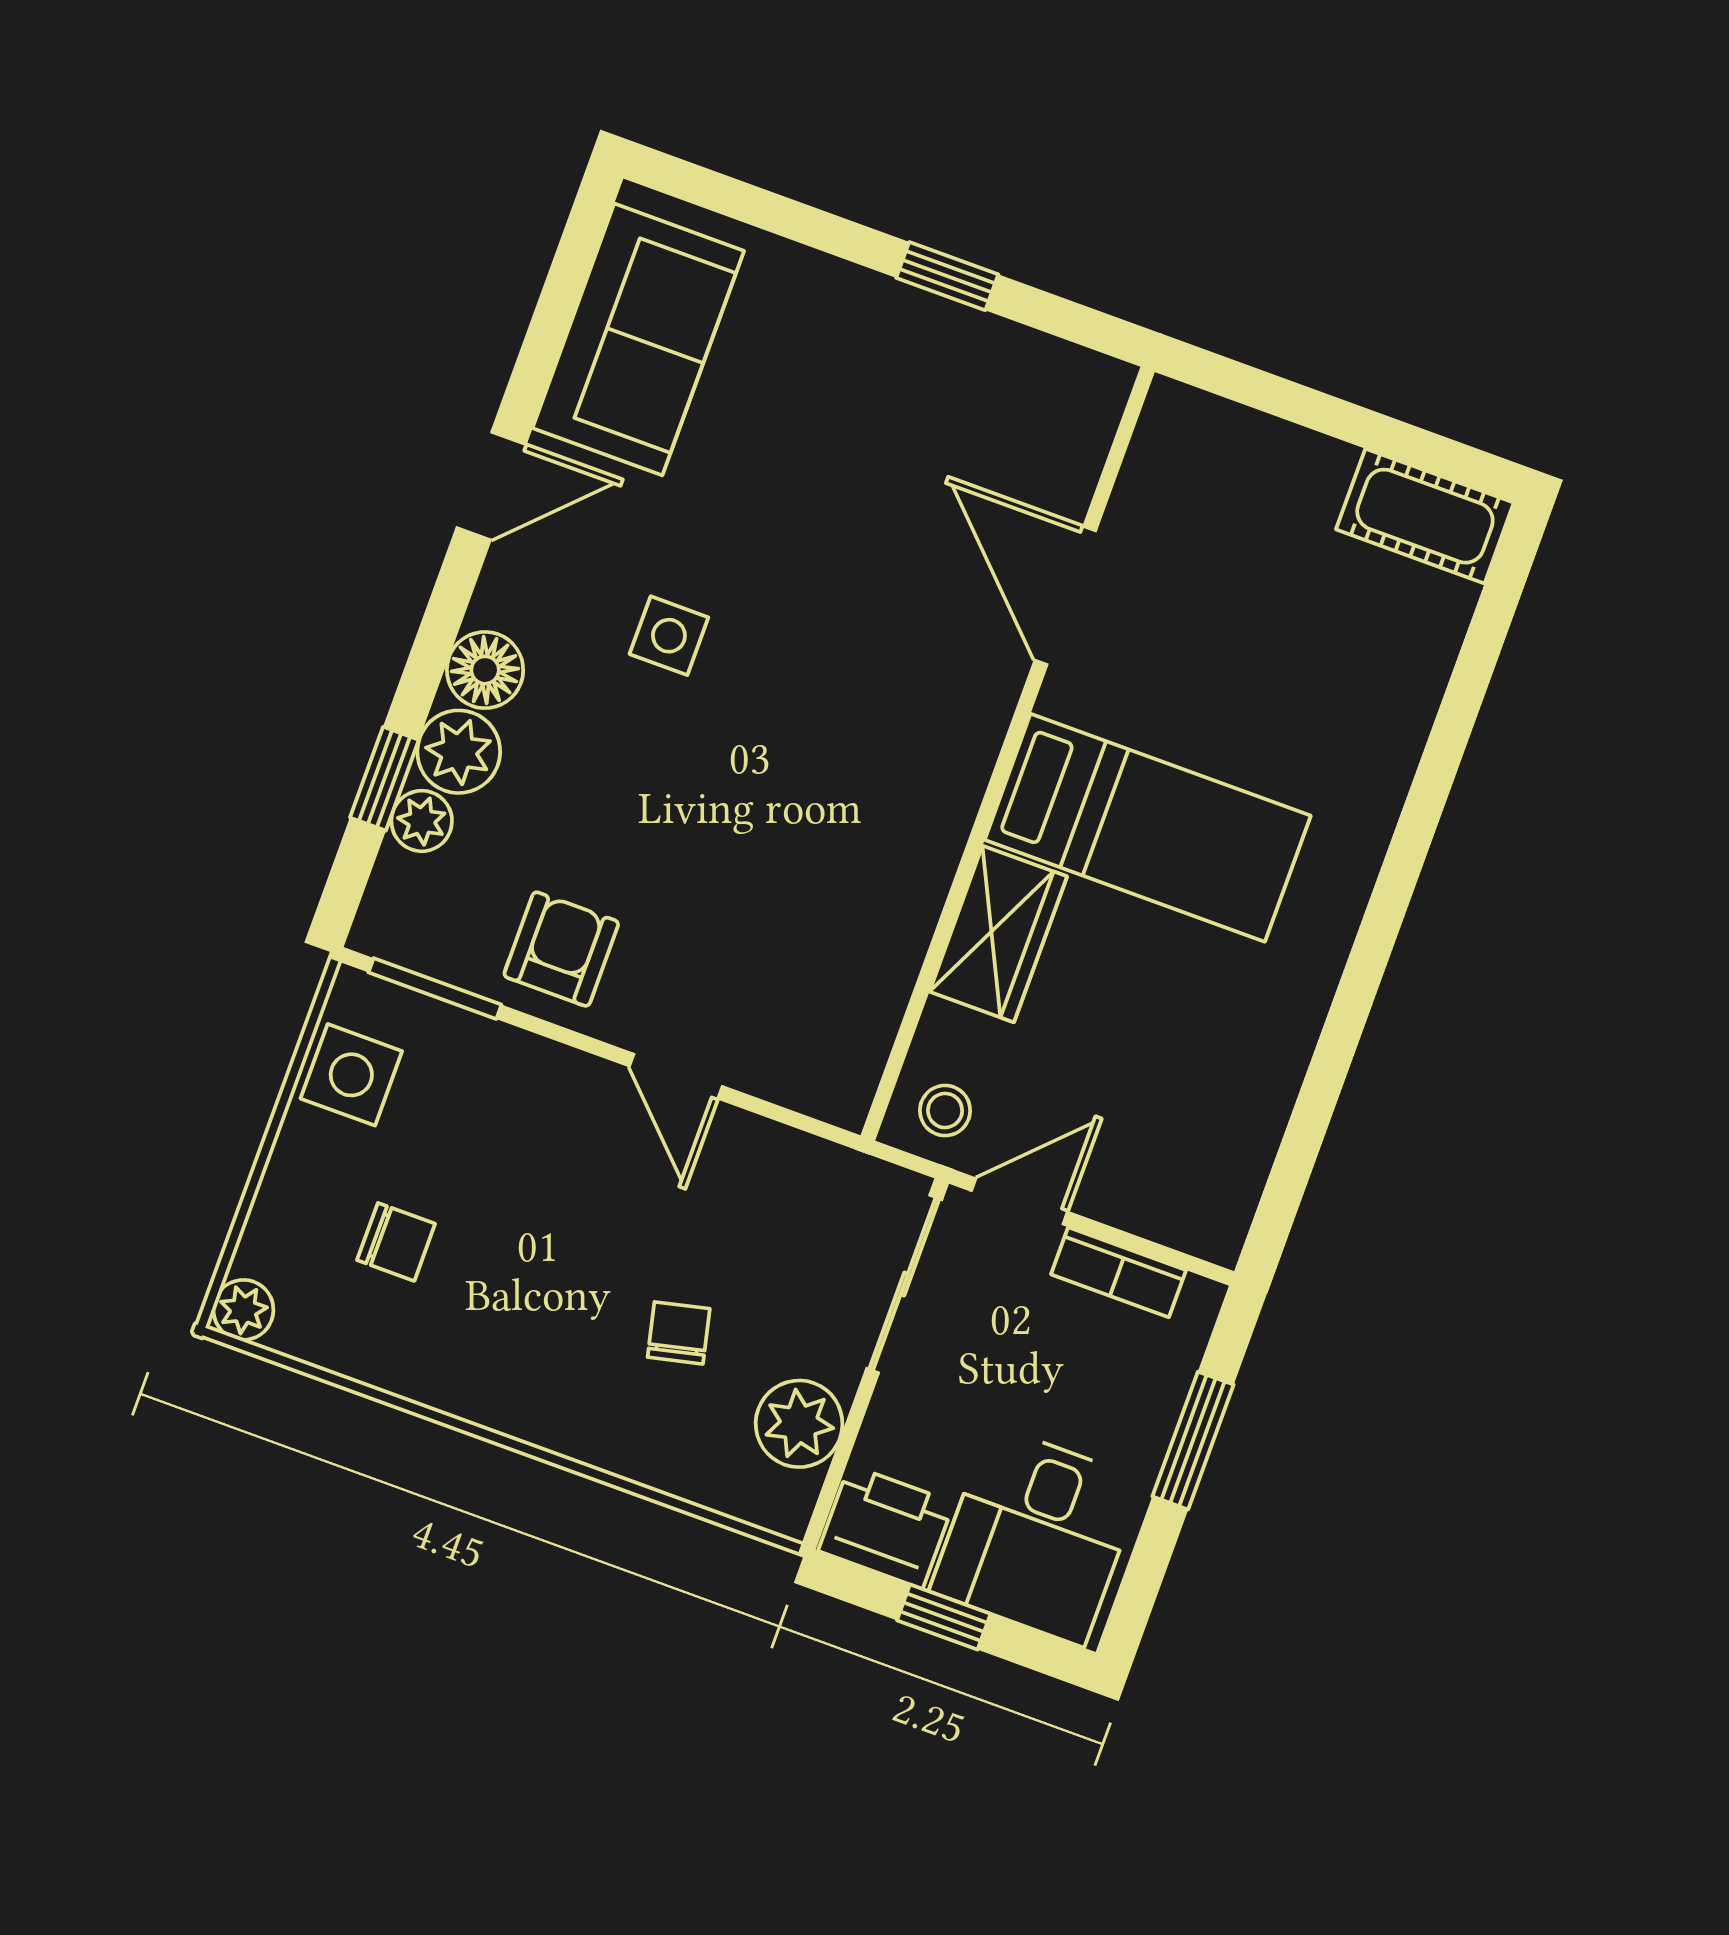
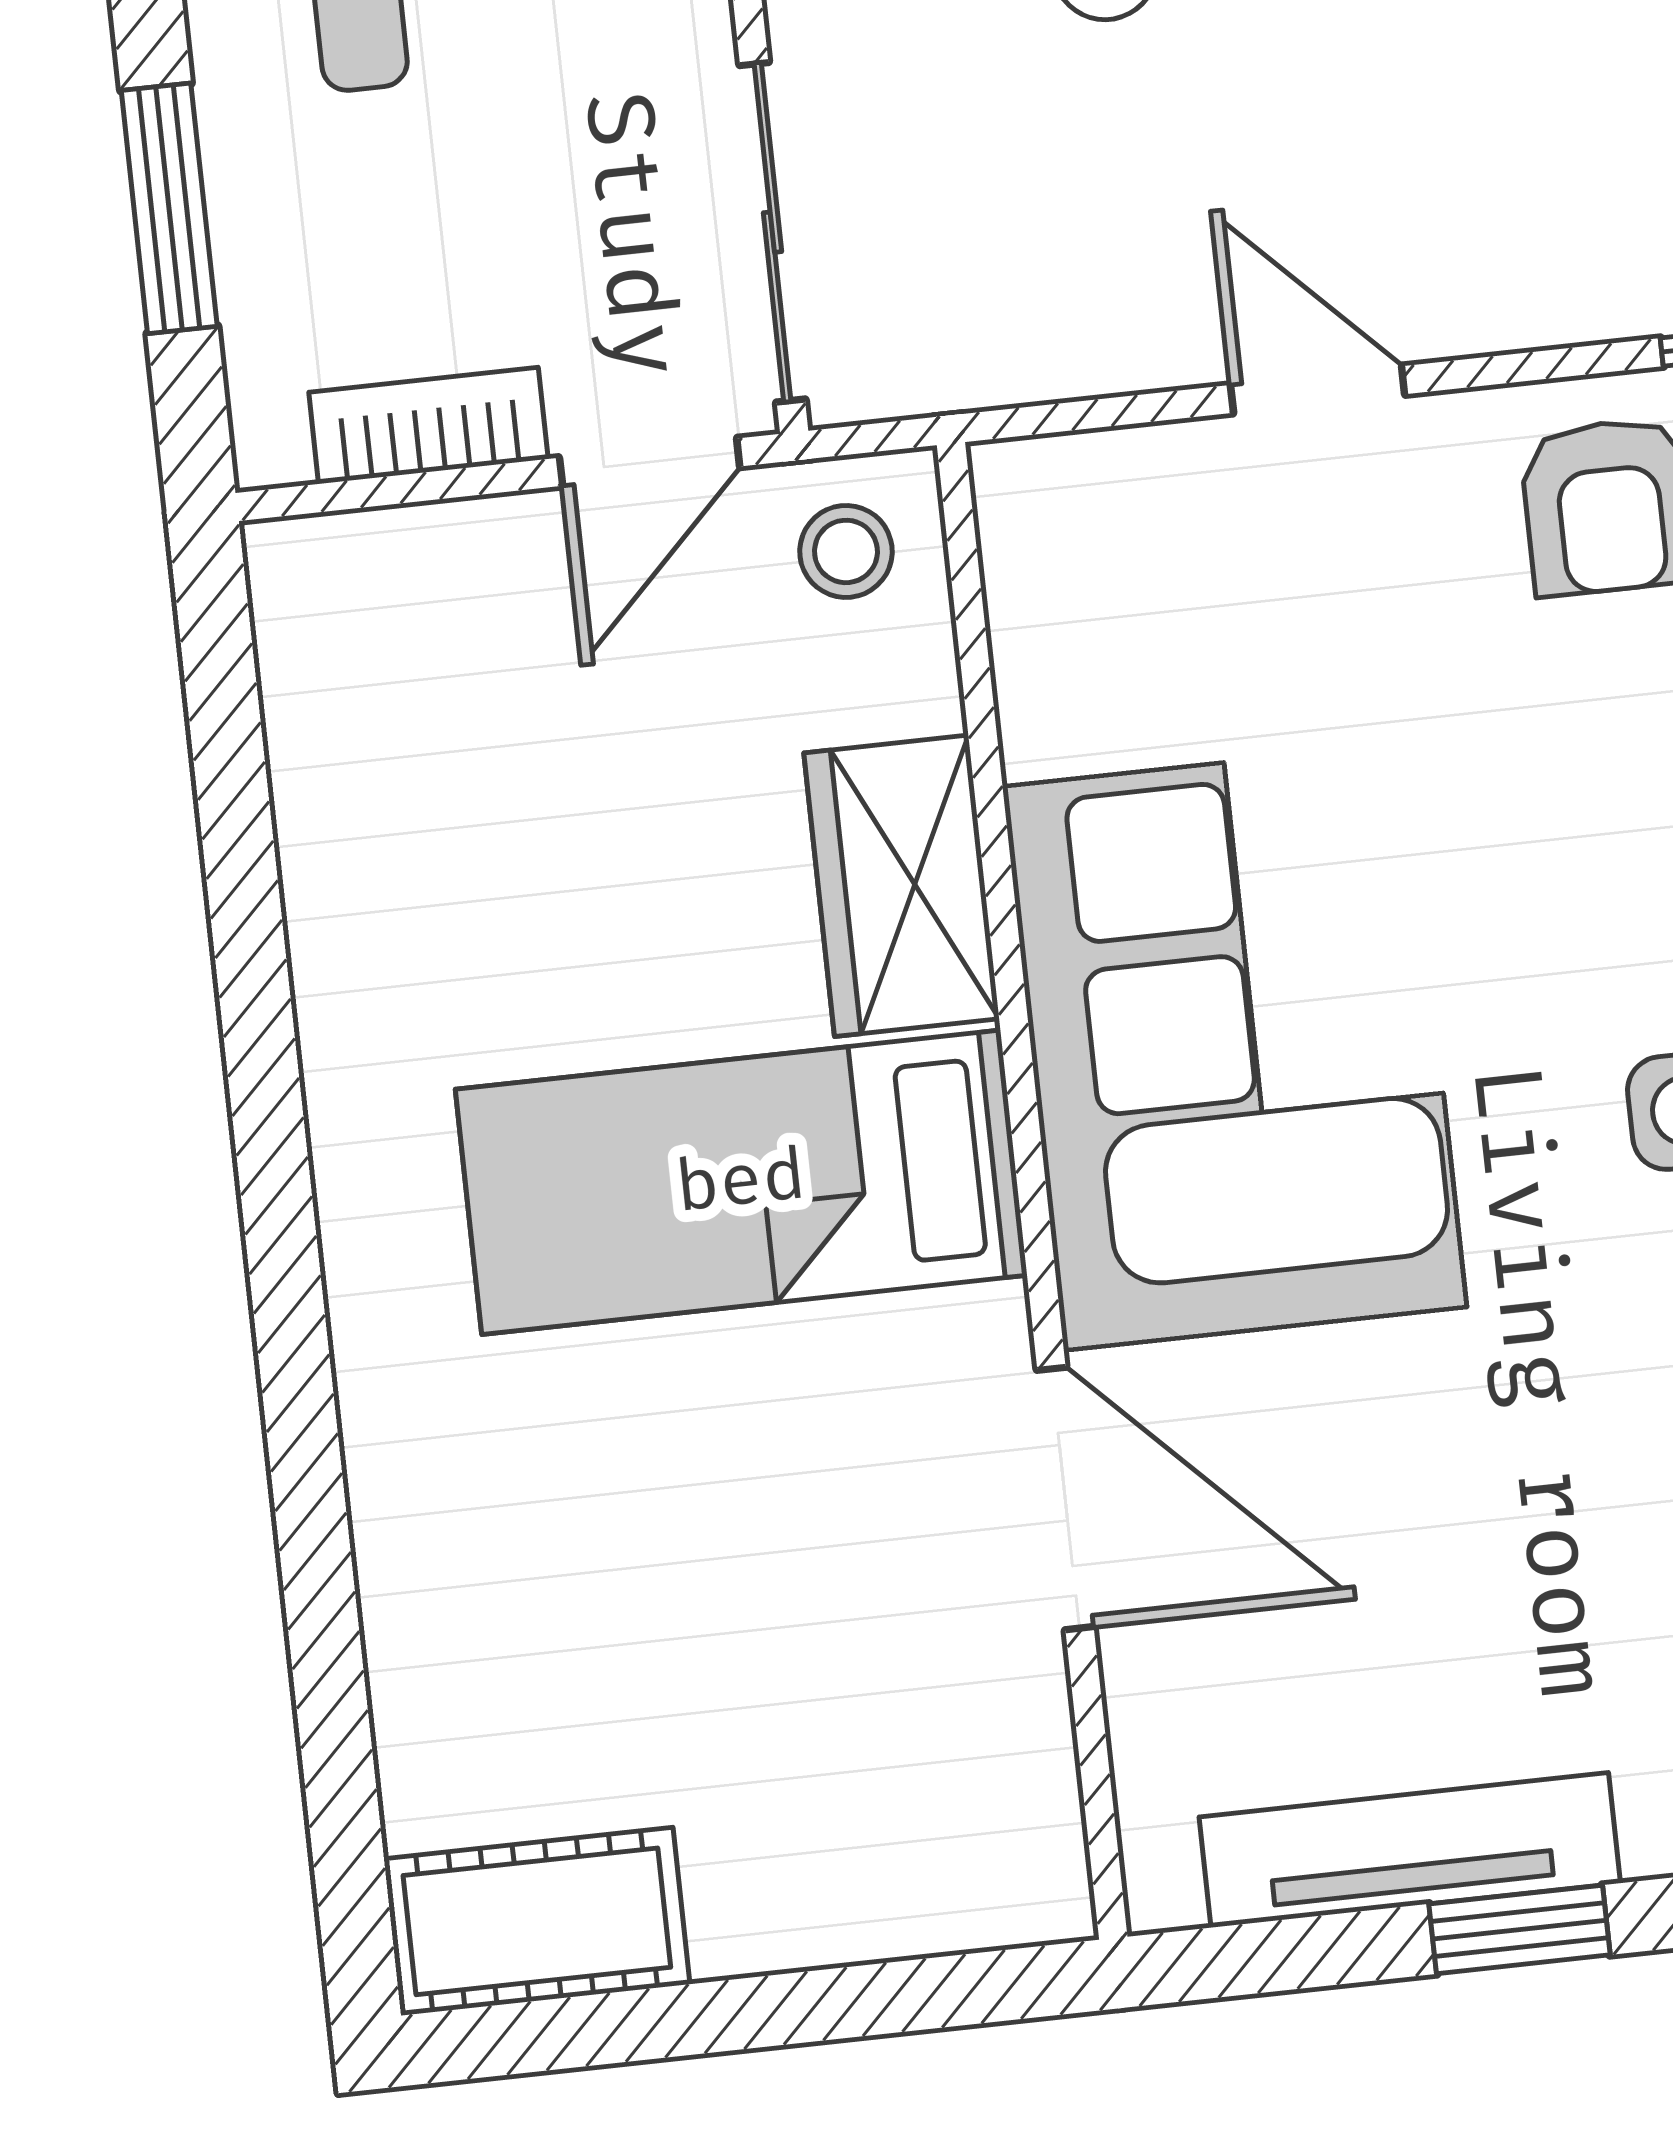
tv unit: (982, 341) -> (1410, 1850), added
corner sofa: (874, 775) -> (1234, 1047), added

